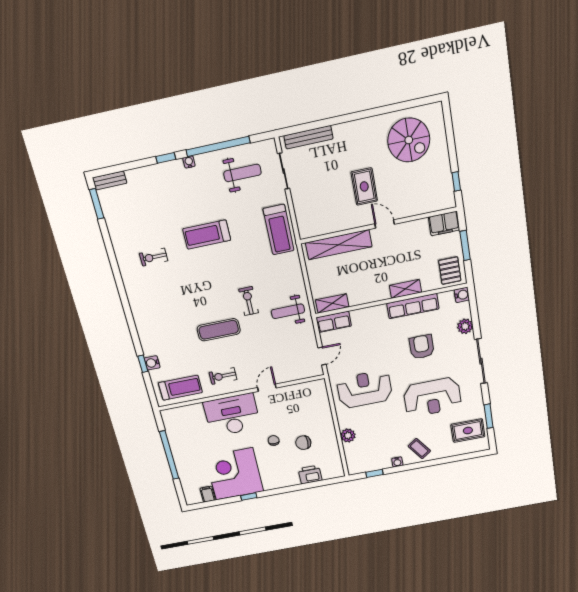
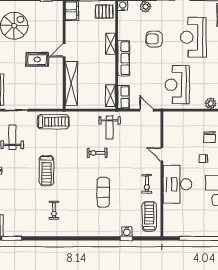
row of seats: (413, 306) -> (124, 58), moved
exercise mat: (219, 330) -> (103, 192), moved
reception desk: (432, 397) -> (193, 37), turned 180

